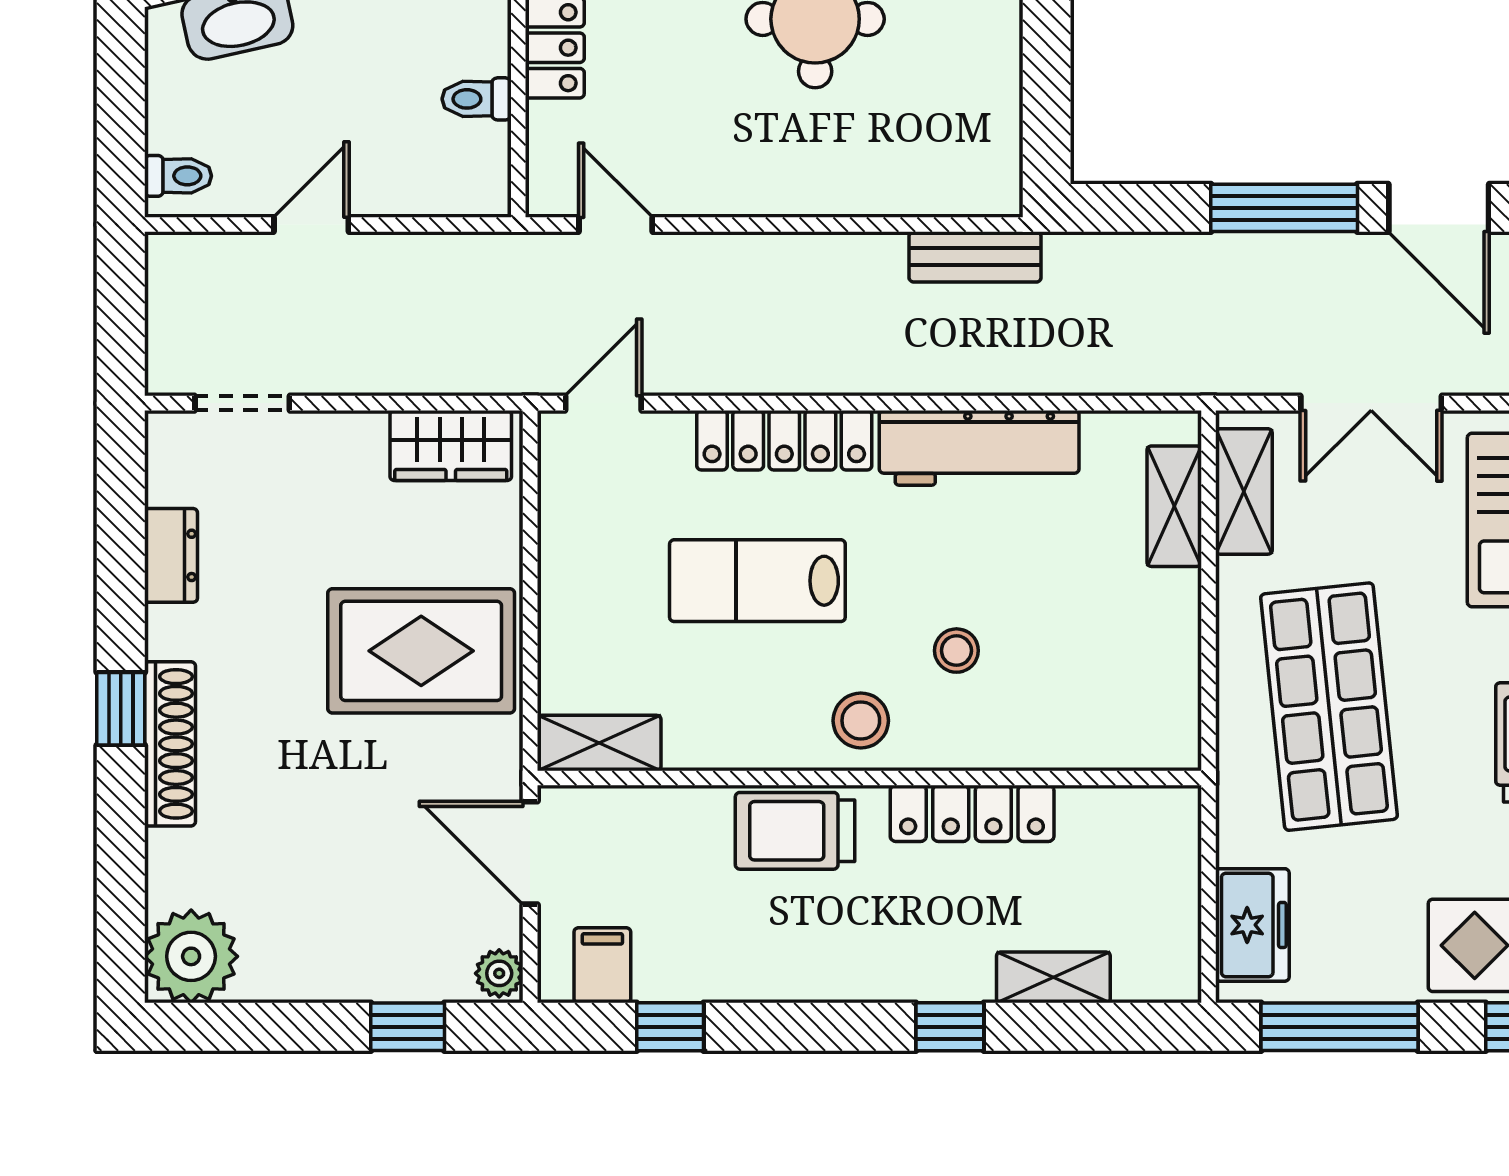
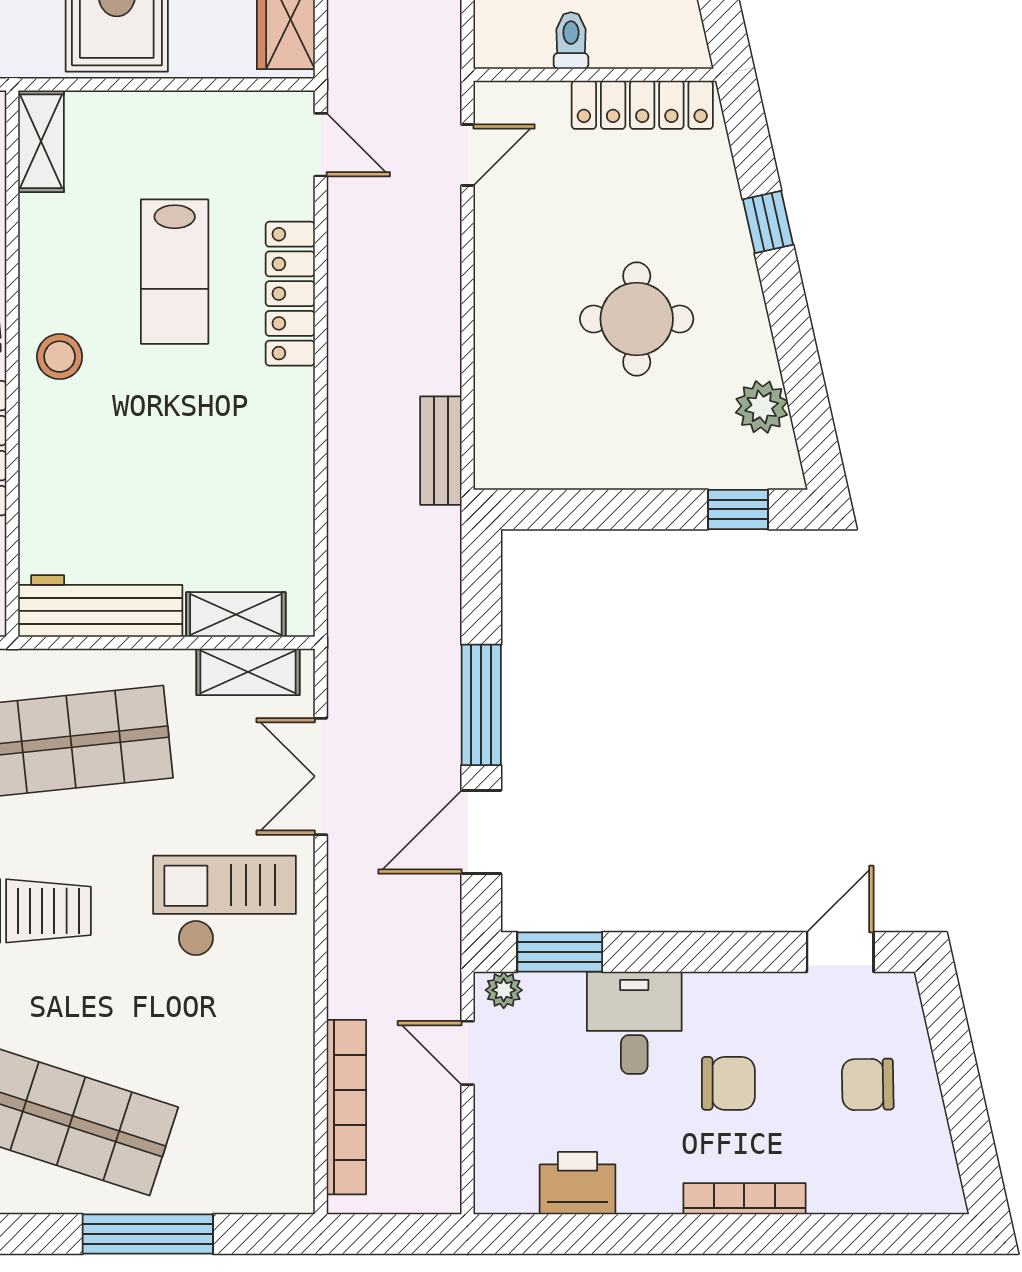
workbench: (979, 448) -> (100, 606), moved, turned 90
lab bench: (757, 581) -> (175, 272), turned 180
stool: (956, 651) -> (117, 435), removed

